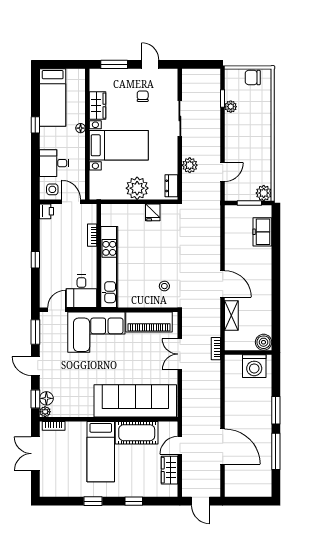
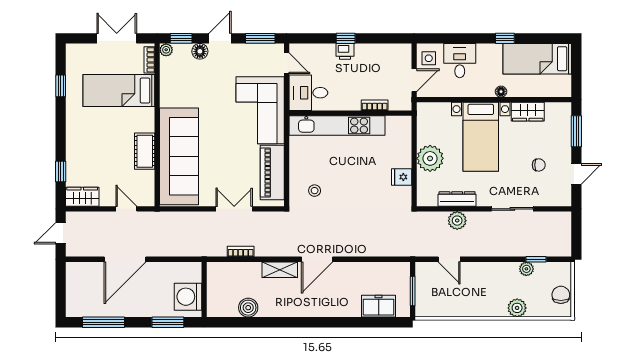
dresser: (171, 186) -> (457, 199), moved, width x1.44
plant: (264, 193) -> (517, 308), moved
printer: (47, 211) -> (345, 51), moved
wall: (248, 352) -> (204, 289), moved
washing machine: (254, 366) -> (188, 297), moved
floor lamp: (46, 398) -> (200, 51), moved
cot: (137, 433) -> (145, 151), width x0.73, depth x0.75
window: (276, 451) -> (104, 322), moved
bed: (101, 452) -> (119, 91), moved
wardrobe: (170, 470) -> (82, 197), moved
window: (93, 501) -> (61, 86), moved
window: (134, 501) -> (61, 172), moved

